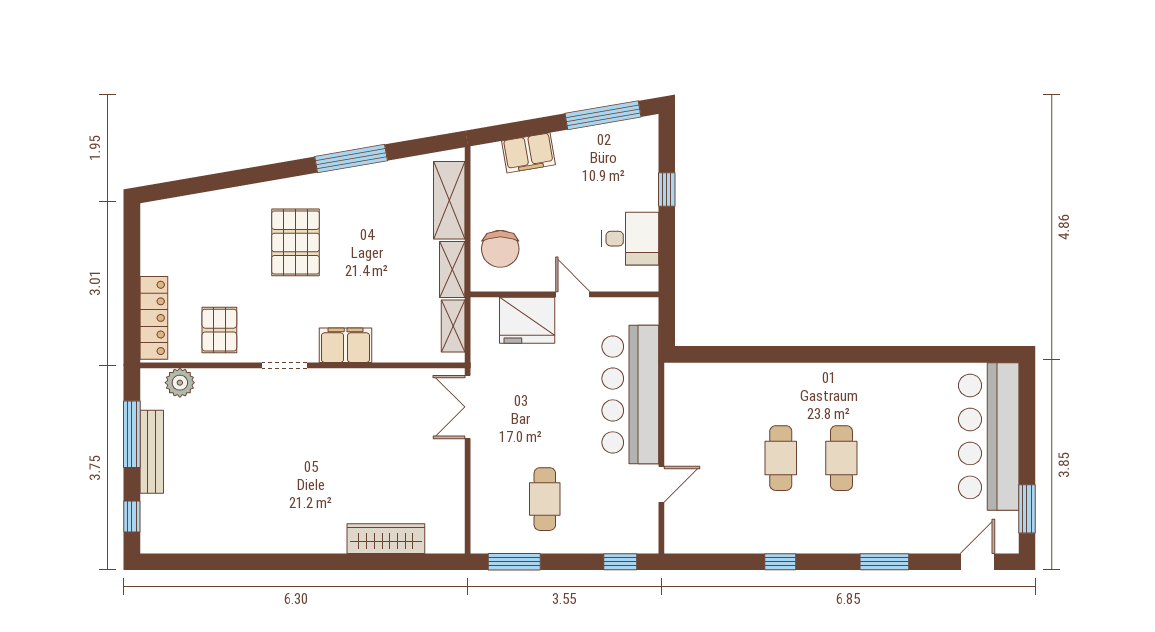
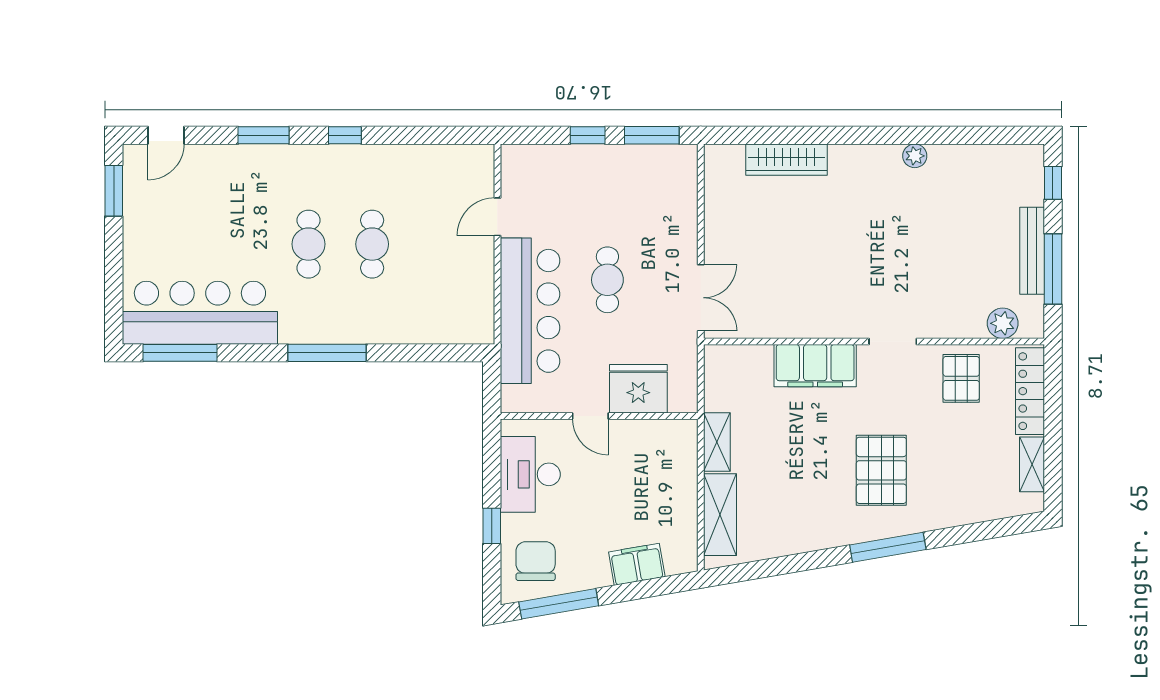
window: (351, 159) -> (888, 547), moved
desk: (630, 239) -> (530, 474), width x1.37
chair: (500, 249) -> (536, 561), moved
shelving: (453, 326) -> (1032, 464), moved
filing cabinet: (346, 345) -> (815, 366), width x1.50, depth x1.17
window: (824, 354) -> (327, 353), added
window: (964, 354) -> (180, 353), added
bar counter: (989, 436) -> (200, 313), moved, turned -90
cafe table: (545, 499) -> (607, 280), moved
plant: (264, 542) -> (915, 156), added
window: (620, 562) -> (588, 135), moved
window: (780, 562) -> (345, 135), moved

